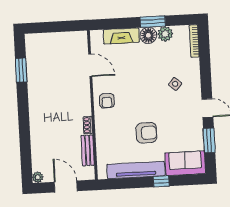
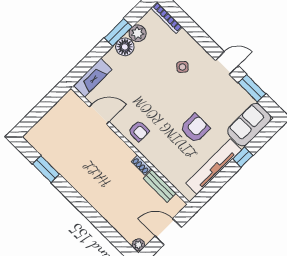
fireplace: (121, 36) -> (92, 78), moved

